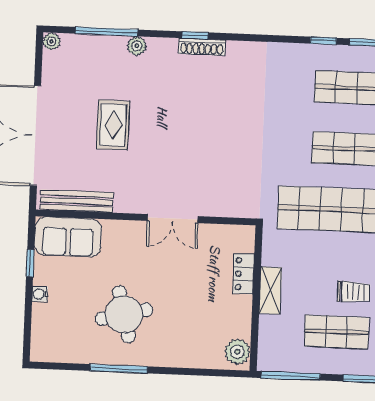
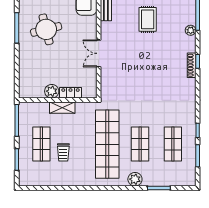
rug: (113, 125) -> (148, 19), turned 90
plant: (237, 352) -> (52, 91), moved

